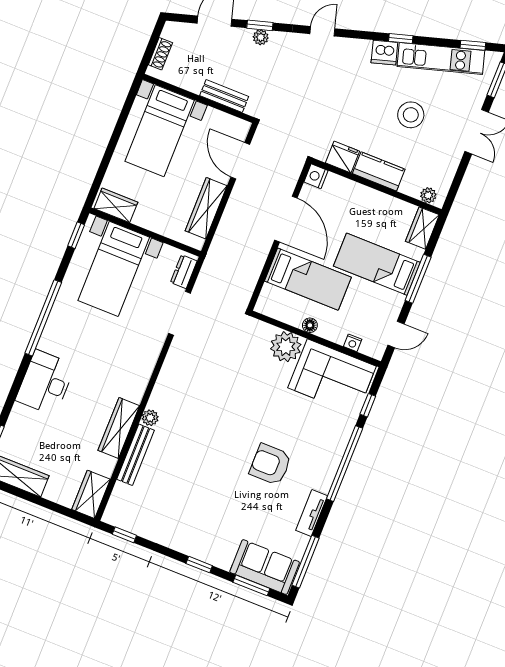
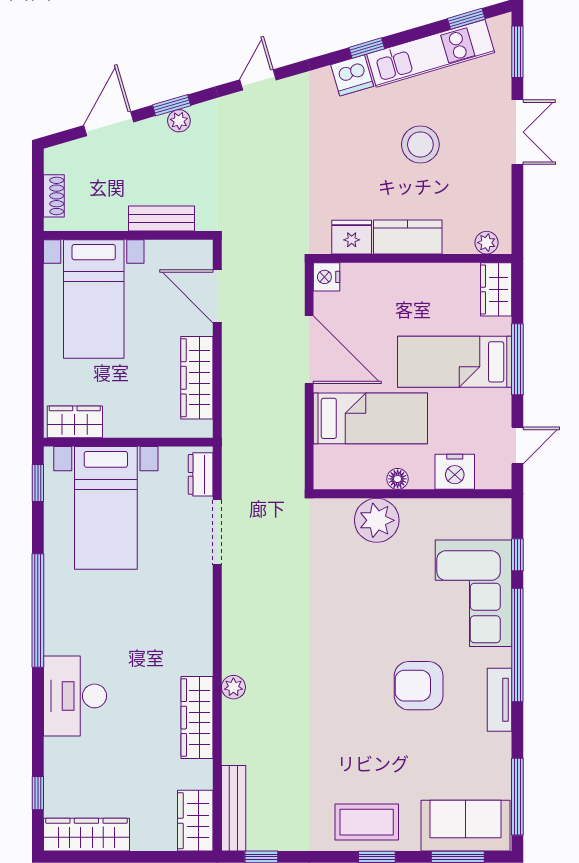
nightstand: (353, 343) -> (455, 472), width x1.89, depth x1.79
corner sofa: (332, 377) -> (473, 593), moved, turned 90
bench: (136, 455) -> (234, 808), moved
tv unit: (312, 513) -> (499, 700), moved
coffee table: (202, 539) -> (367, 822), added

